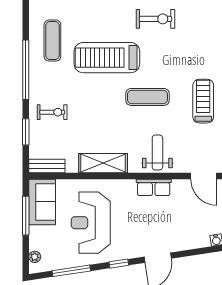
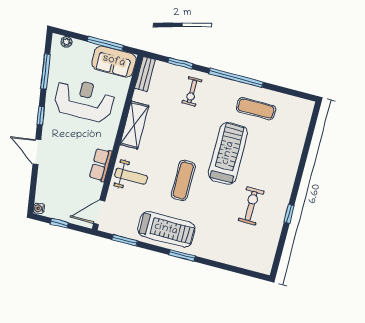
exercise bike: (155, 19) -> (251, 206), turned 180
treadmill: (203, 101) -> (166, 229), width x1.37, depth x1.38

